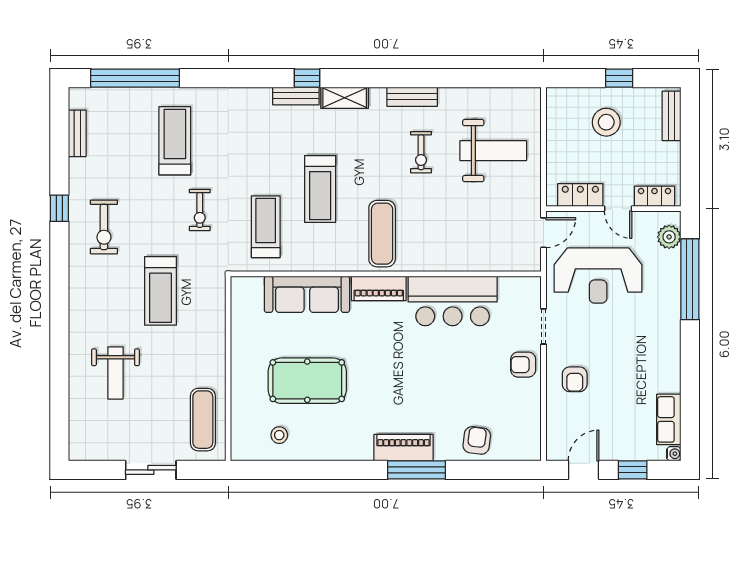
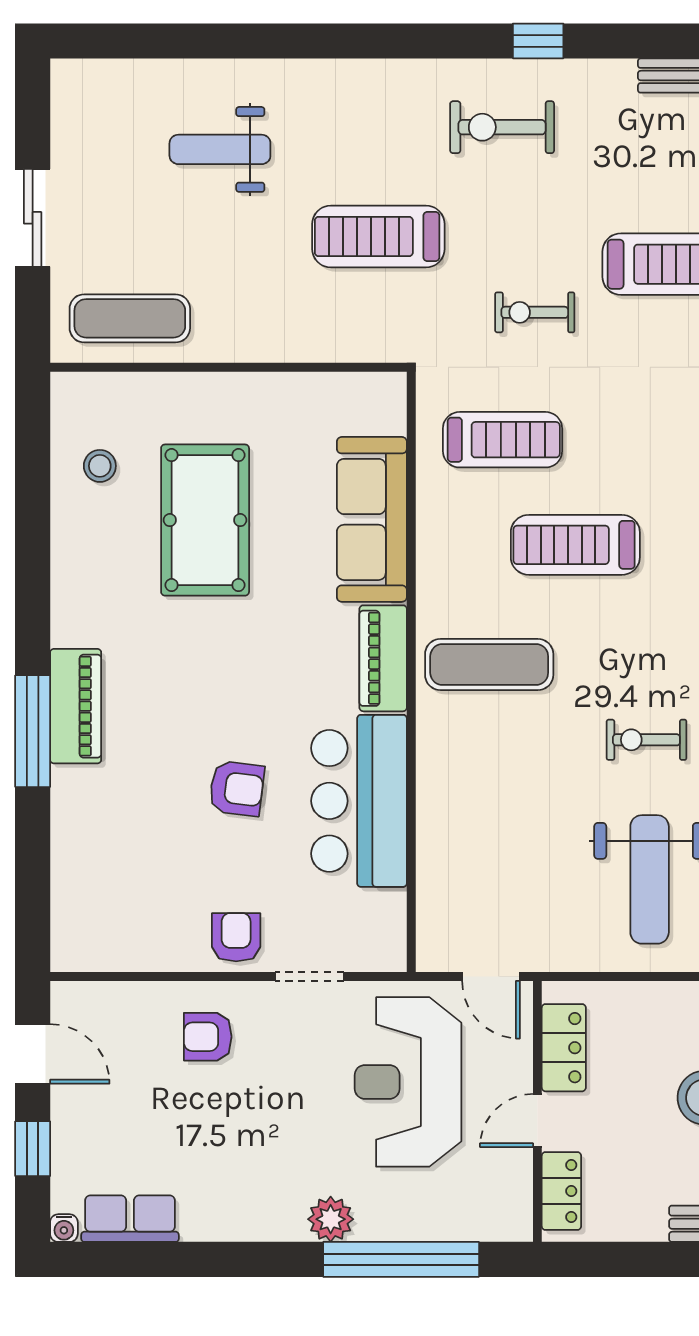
plant: (669, 237) -> (331, 1219), moved
armchair: (477, 440) -> (237, 788), moved

